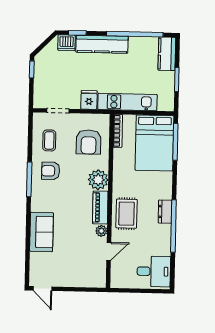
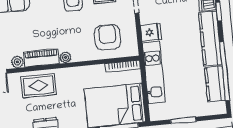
kitchen counter: (167, 54) -> (215, 84), moved, turned -90
armchair: (89, 142) -> (108, 37), turned 90
plant: (98, 180) -> (65, 57), width x0.53, depth x0.53

